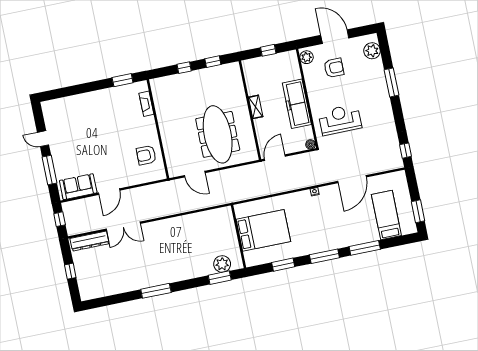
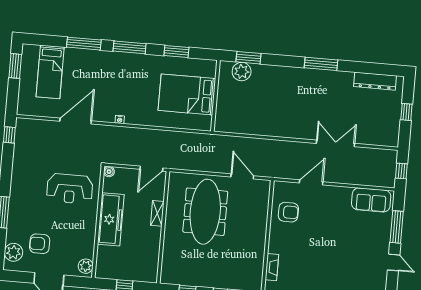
armchair: (334, 68) -> (40, 244), moved
shelving: (256, 107) -> (157, 213), moved
door: (109, 192) -> (311, 182), moved
dresser: (90, 241) -> (375, 81), moved, turned 180

